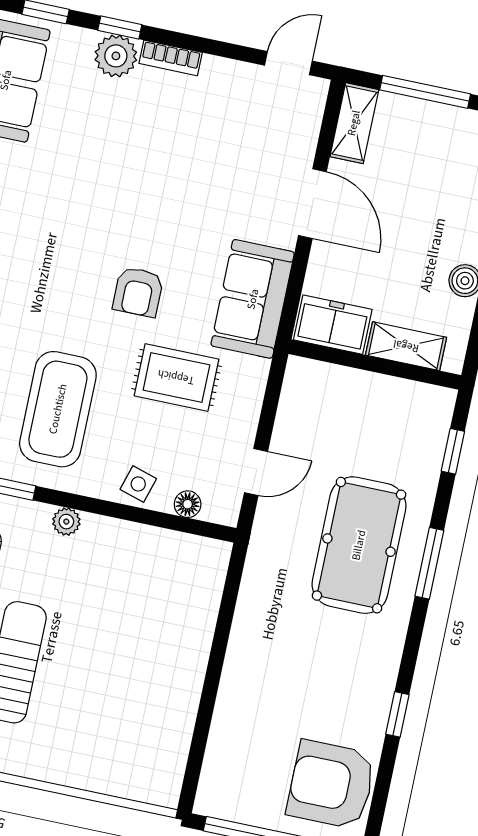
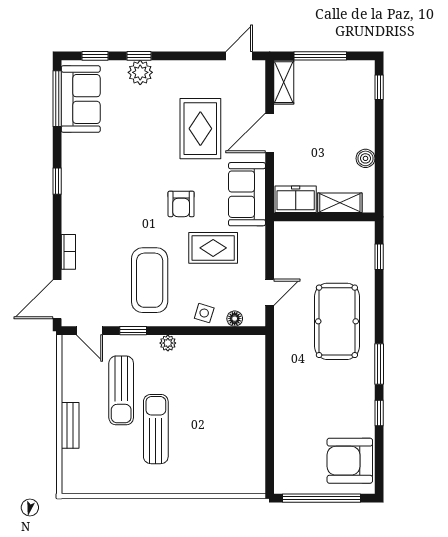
bookcase: (171, 58) -> (172, 67), removed
rug: (197, 172) -> (200, 129), added
door: (312, 204) -> (270, 133), swing flipped
window: (429, 563) -> (379, 364), moved

